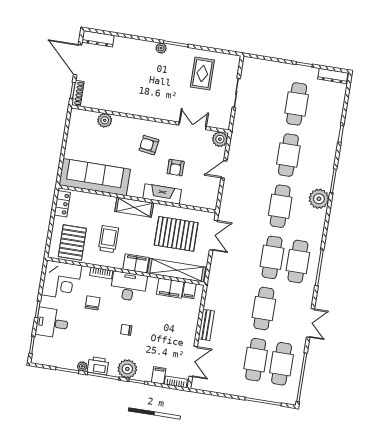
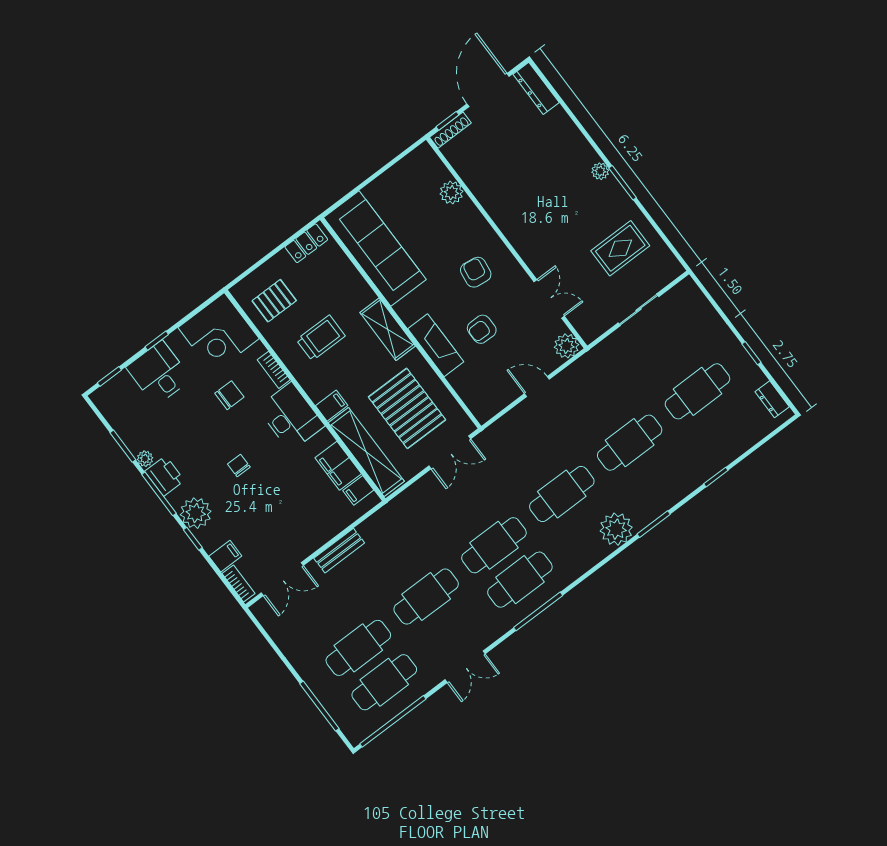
dresser: (333, 76) -> (772, 399), width x0.70
pallet: (72, 242) -> (274, 301), width x0.67, depth x0.71
filing cabinet: (136, 263) -> (332, 406), width x0.50

